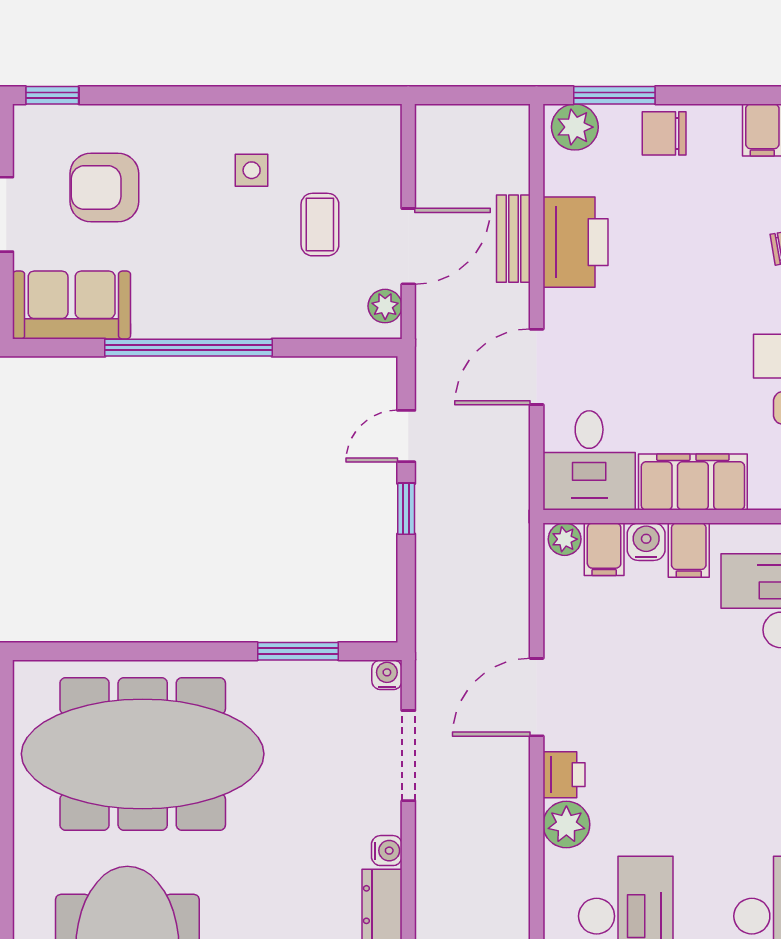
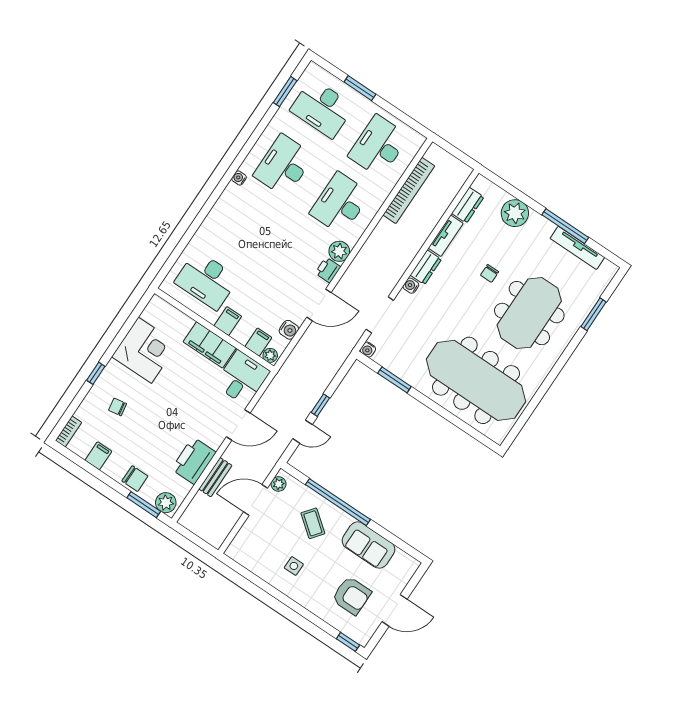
coffee table: (320, 225) -> (313, 523), moved, turned -52
sofa: (72, 305) -> (368, 545), moved
window: (189, 348) -> (338, 502), moved
water cooler: (646, 542) -> (289, 330), moved, turned -90

